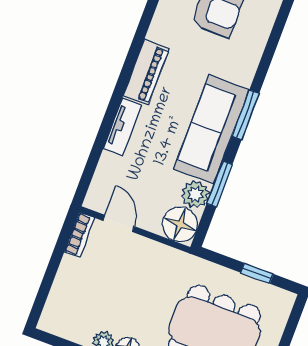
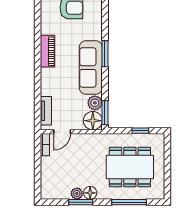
tv unit: (122, 126) -> (46, 111), moved
window: (220, 184) -> (105, 113), moved
door: (118, 223) -> (62, 132), swing flipped

